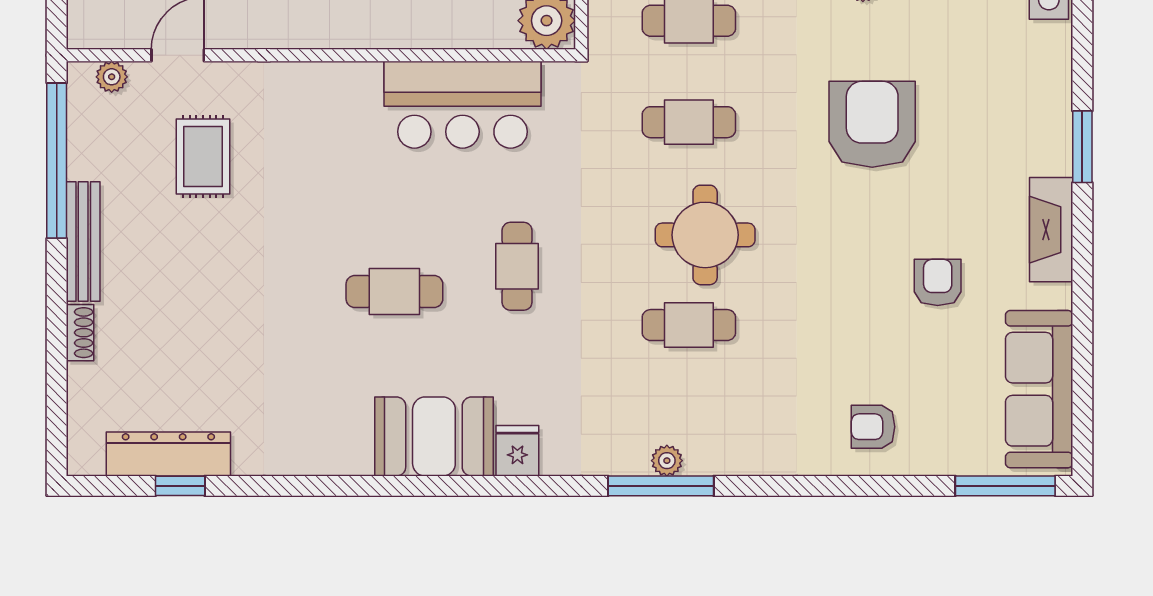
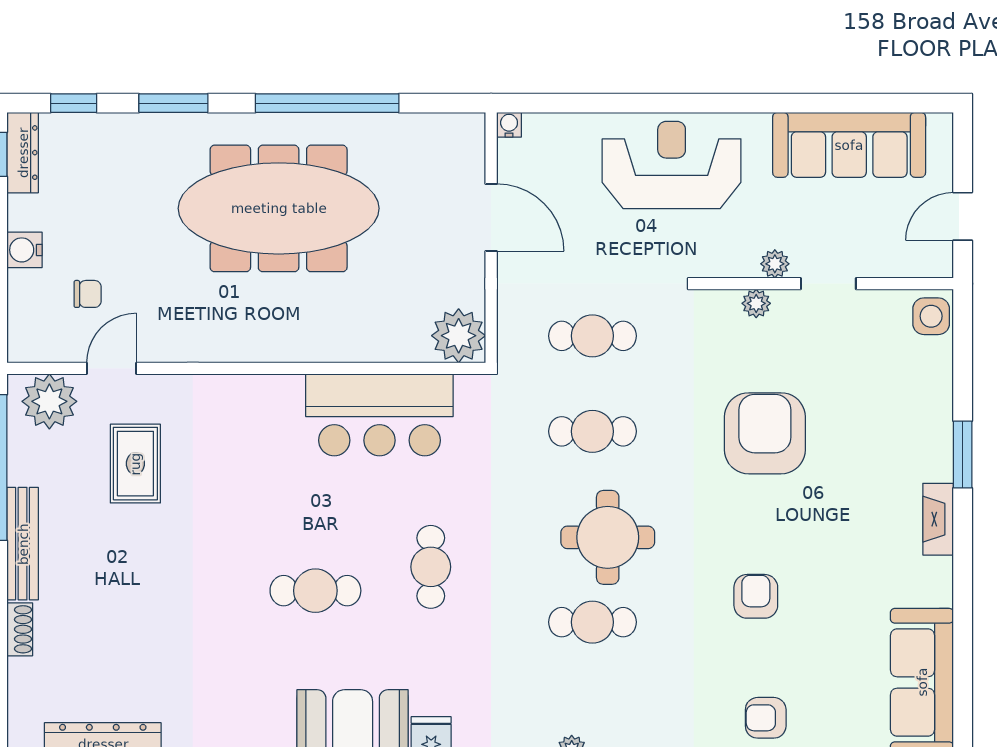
plant: (112, 77) -> (49, 401), width x1.87, depth x1.87
fireplace: (1051, 230) -> (938, 519), width x0.73, depth x0.76
armchair: (938, 282) -> (756, 596), moved

